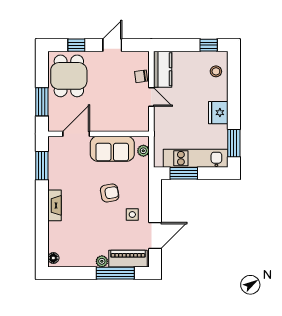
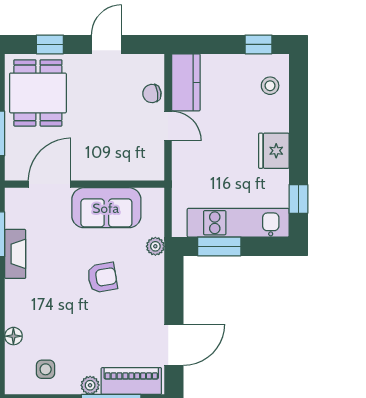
window: (234, 143) -> (298, 199), width x0.67
plant: (143, 151) -> (155, 246), moved
fireplace: (54, 205) -> (15, 254), moved
side table: (132, 214) -> (46, 369), moved
floor lamp: (53, 258) -> (13, 336), moved

